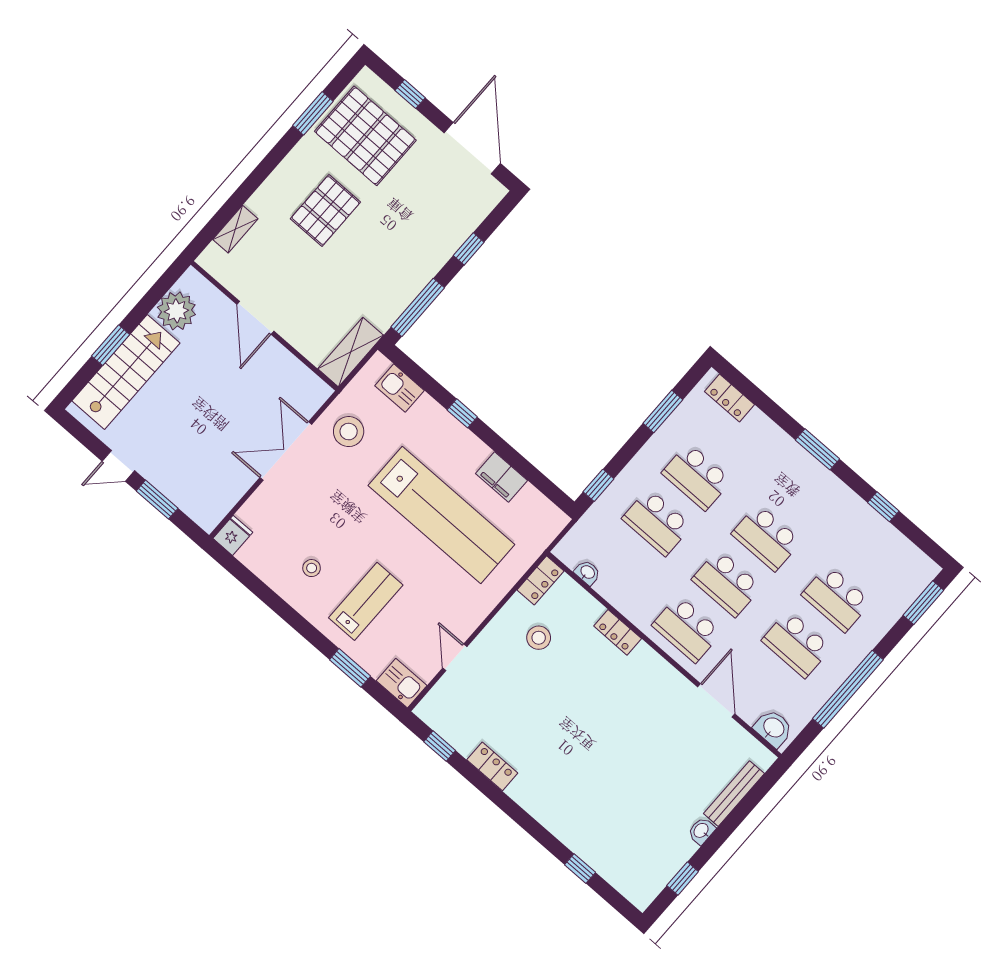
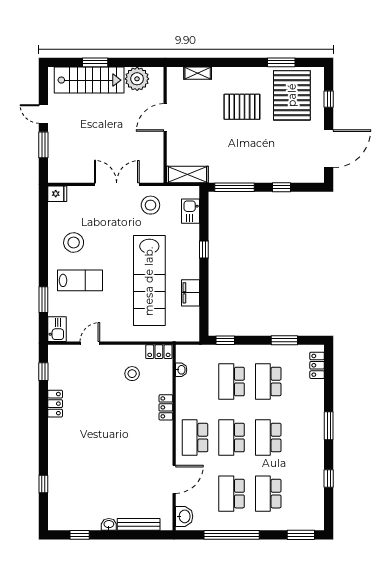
stool: (312, 568) -> (74, 243), width x1.89, depth x1.89

